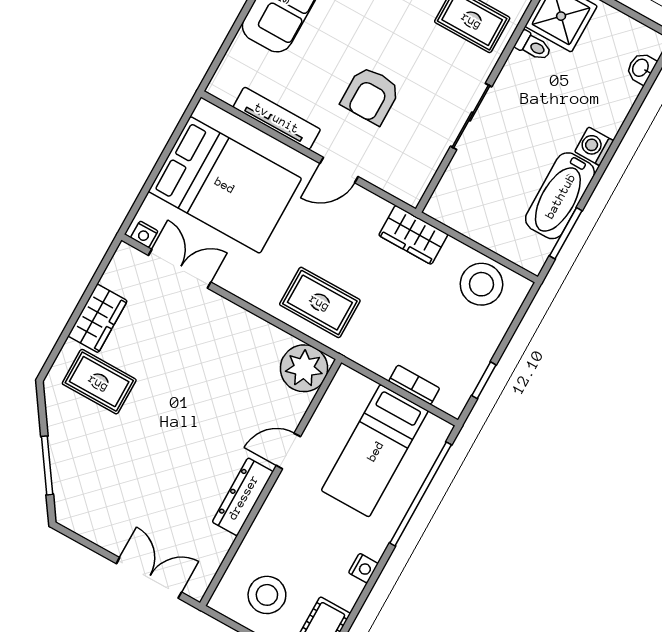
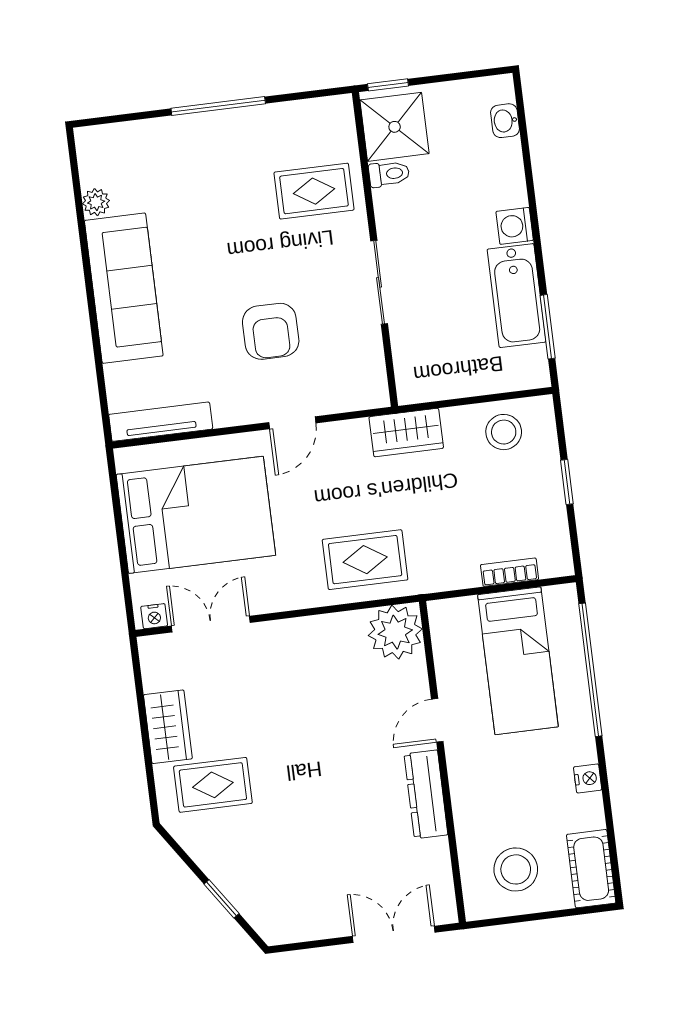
tv unit: (277, 118) -> (161, 422), moved
stool: (481, 284) -> (504, 432), width x0.73, depth x0.73
window: (484, 380) -> (567, 482), moved
window: (47, 465) -> (222, 899), width x0.67

